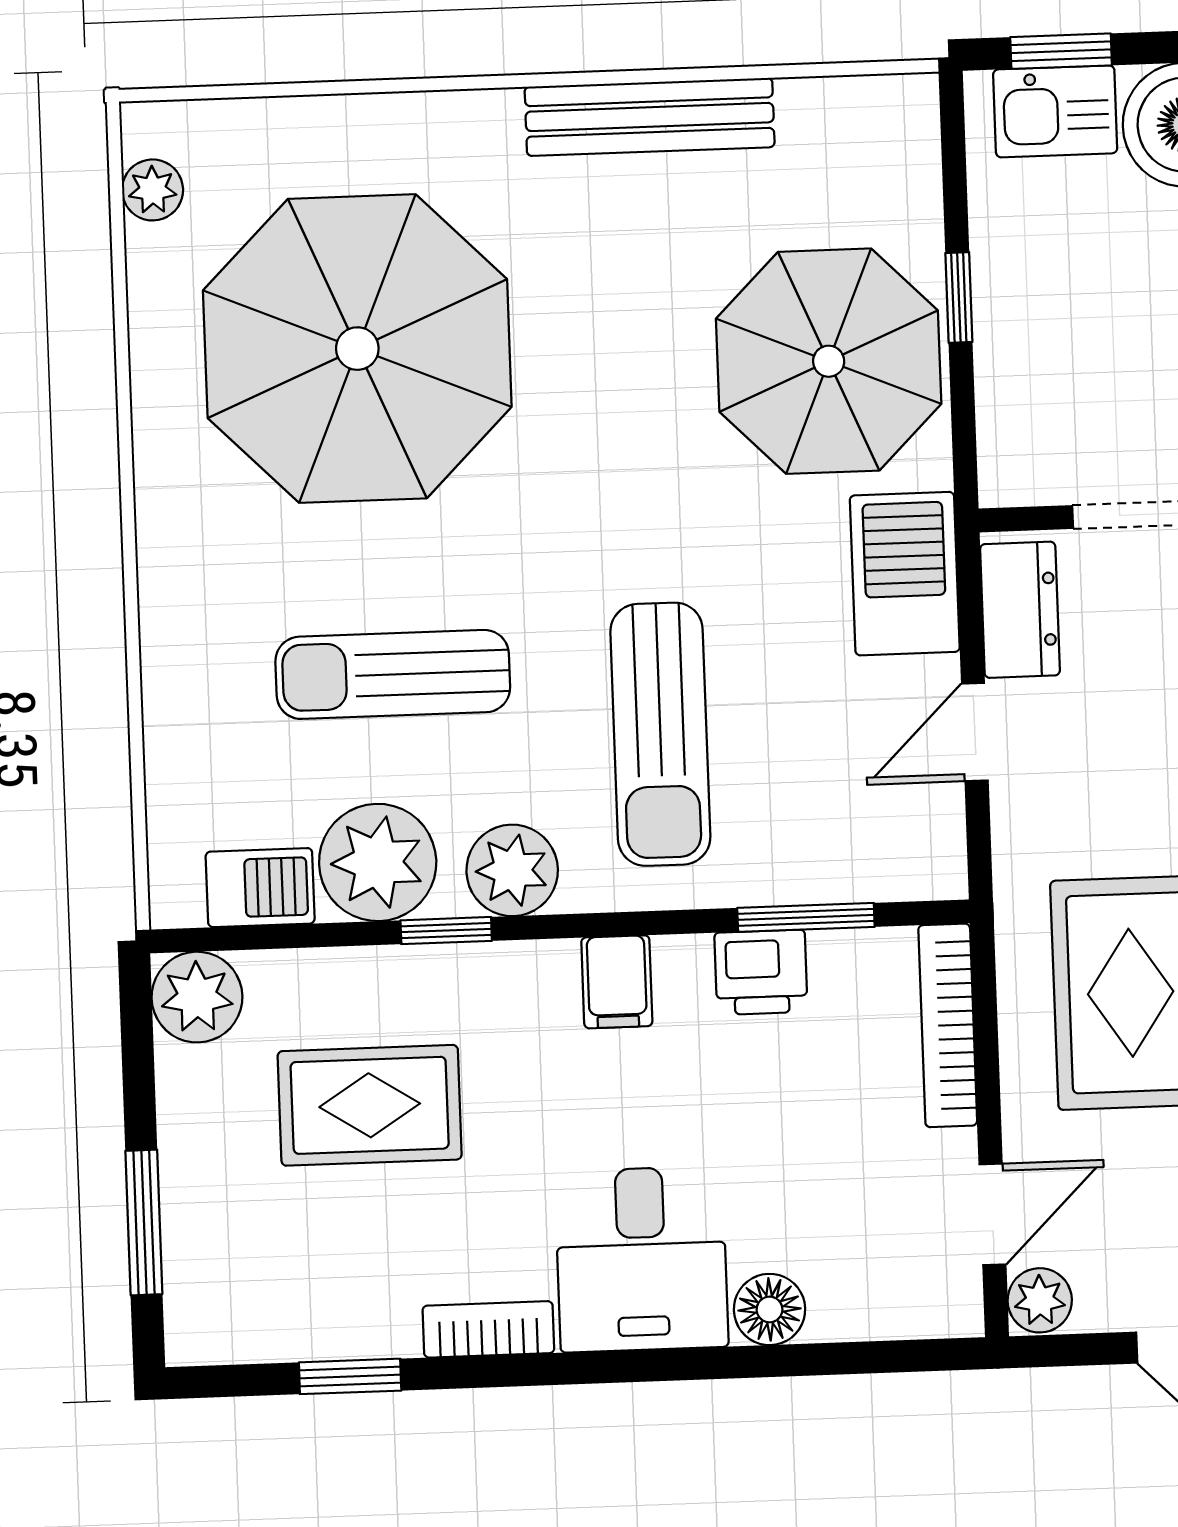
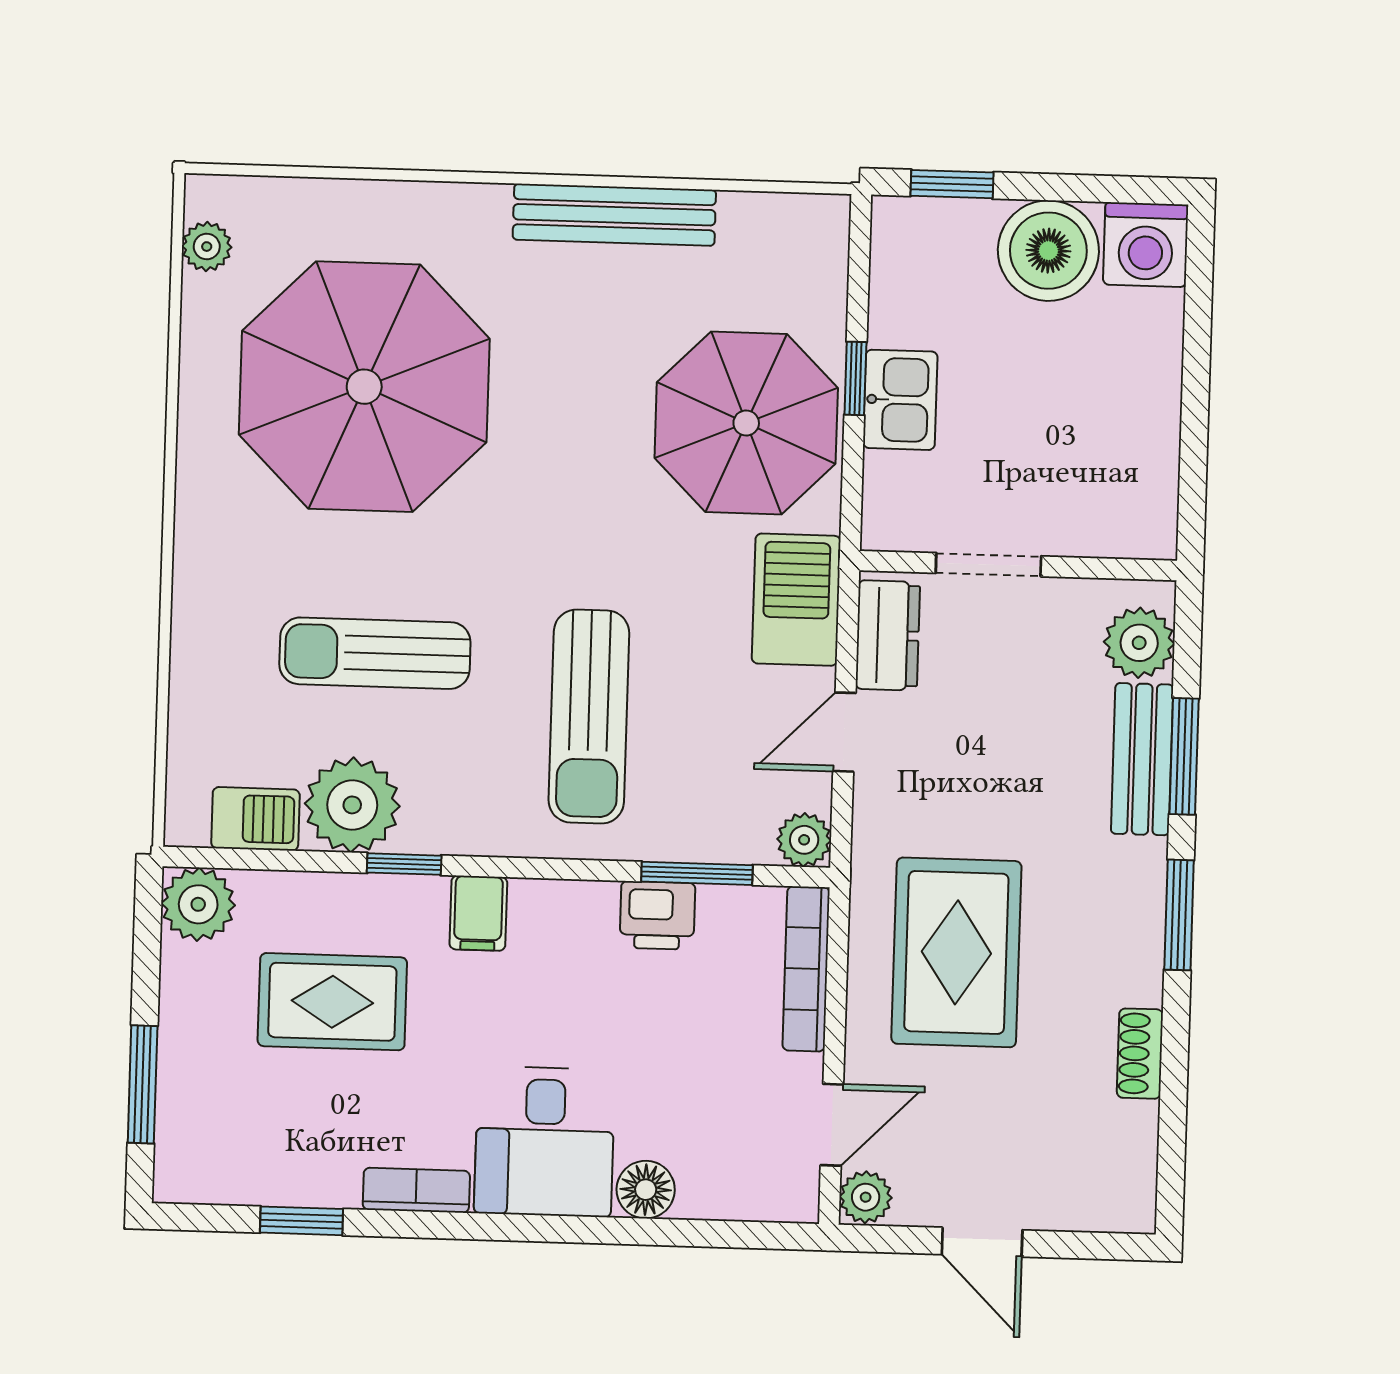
kitchen sink: (1055, 111) -> (900, 400), moved, turned -90
plant: (512, 870) -> (804, 840), moved, width x0.73, depth x0.73
filing cabinet: (617, 982) -> (478, 913), moved

